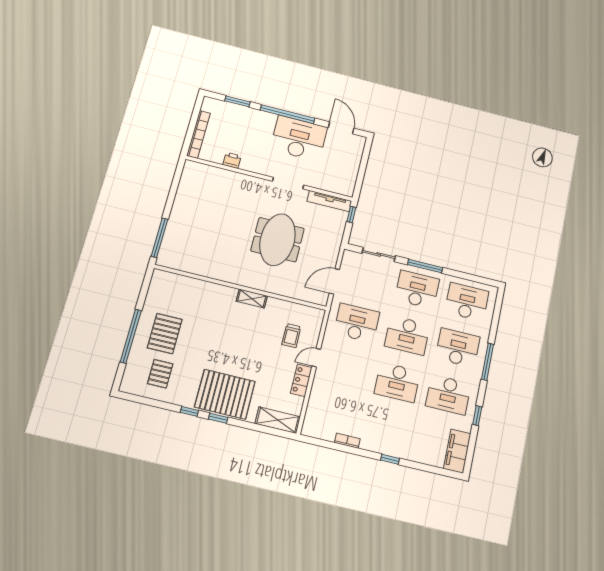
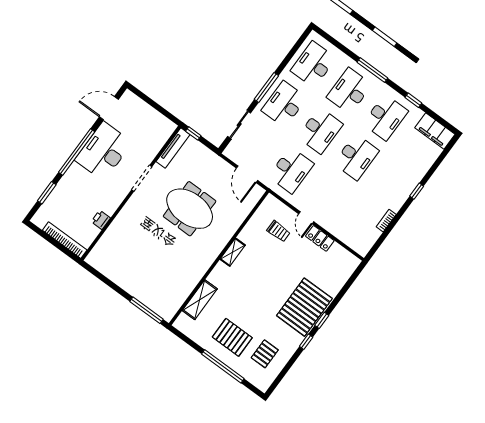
desk: (357, 323) -> (291, 170), turned 180
pallet: (160, 374) -> (265, 354), turned 90
shelving: (278, 420) -> (200, 300), moved

